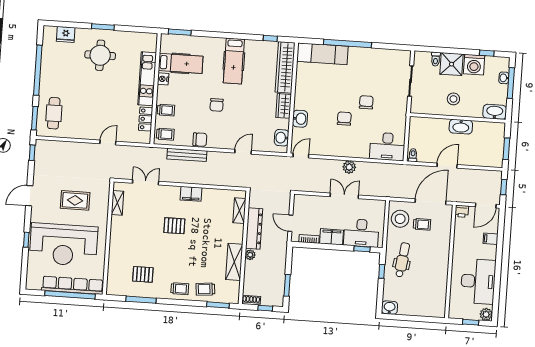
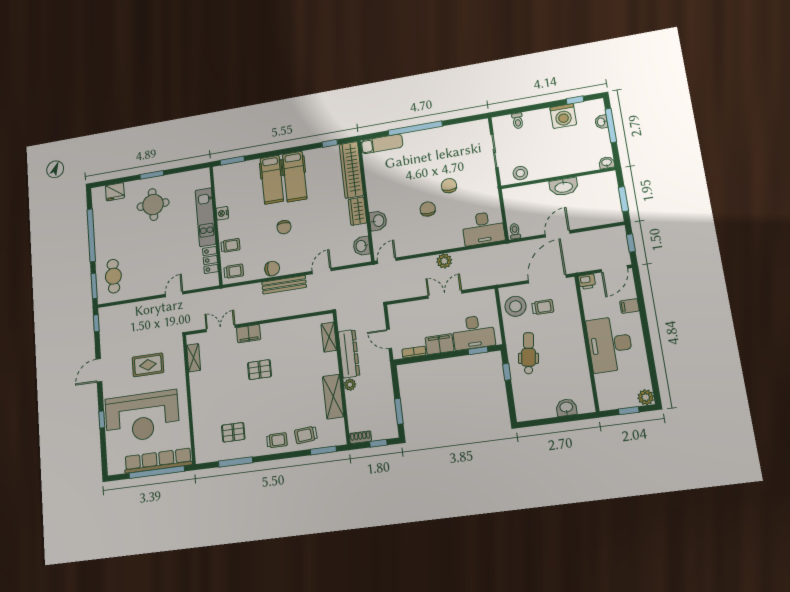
exam couch: (322, 54) -> (382, 144), width x0.73, depth x0.69
hospital bed: (181, 63) -> (272, 180), moved, turned 90
shower: (452, 64) -> (537, 122), removed
stool: (453, 99) -> (520, 173), moved
washbasin: (495, 112) -> (607, 163), width x0.52, depth x0.69
bench: (187, 155) -> (284, 285), moved
filing cabinet: (191, 194) -> (249, 334), moved
desk: (478, 281) -> (610, 344), moved, turned 180
washbasin: (390, 308) -> (566, 407), moved

